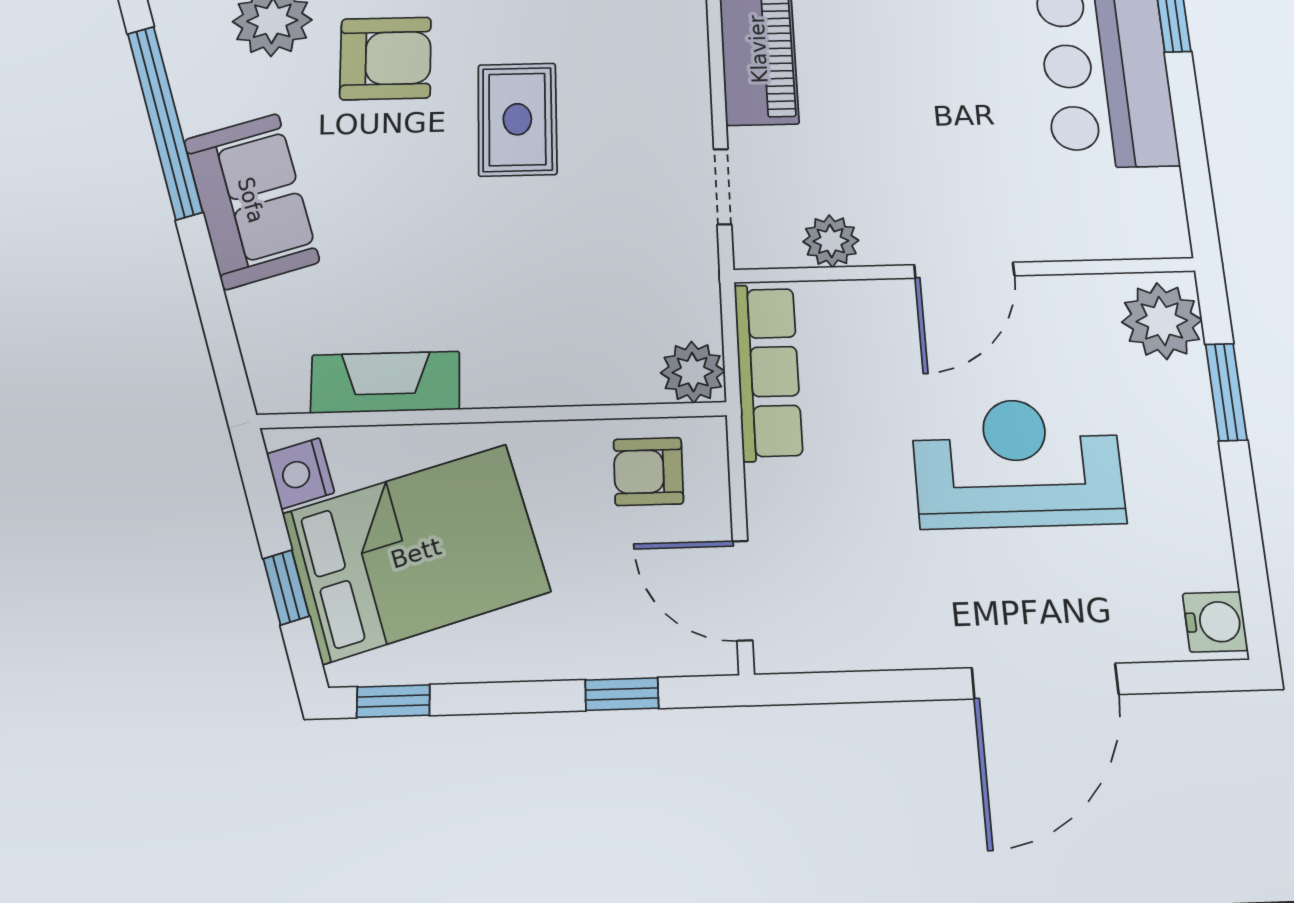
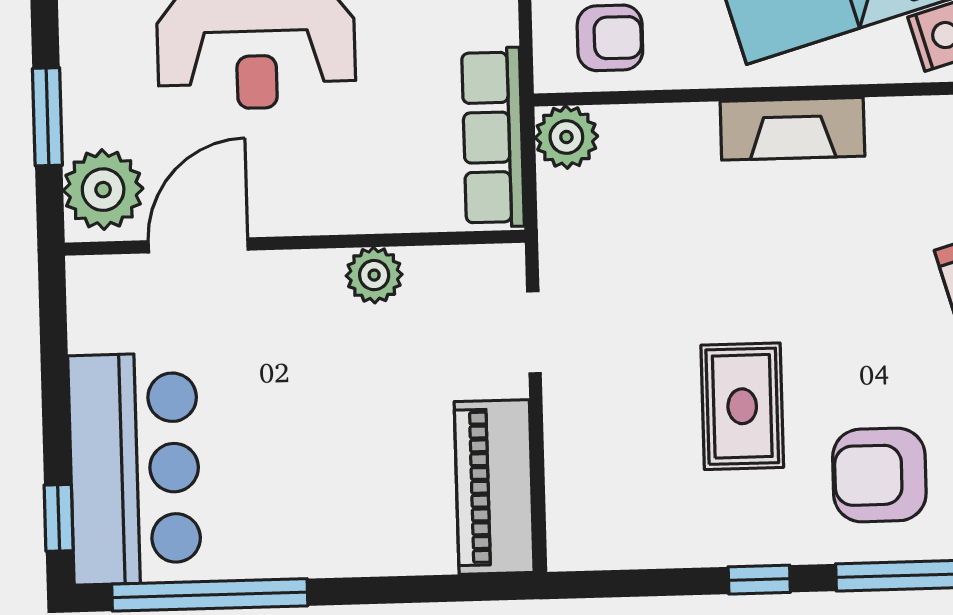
plant: (831, 241) -> (374, 275), moved
door: (964, 270) -> (198, 245), moved
fireplace: (385, 382) -> (792, 129), moved

